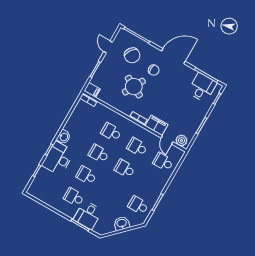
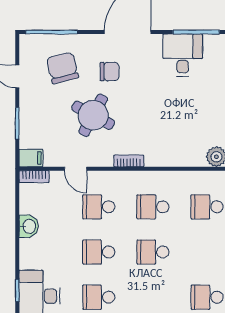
chair: (132, 55) -> (62, 68), turned -138
desk: (202, 87) -> (183, 55), moved
filing cabinet: (156, 125) -> (164, 155), removed
washbasin: (64, 137) -> (29, 226), moved
door: (167, 140) -> (76, 169), moved

